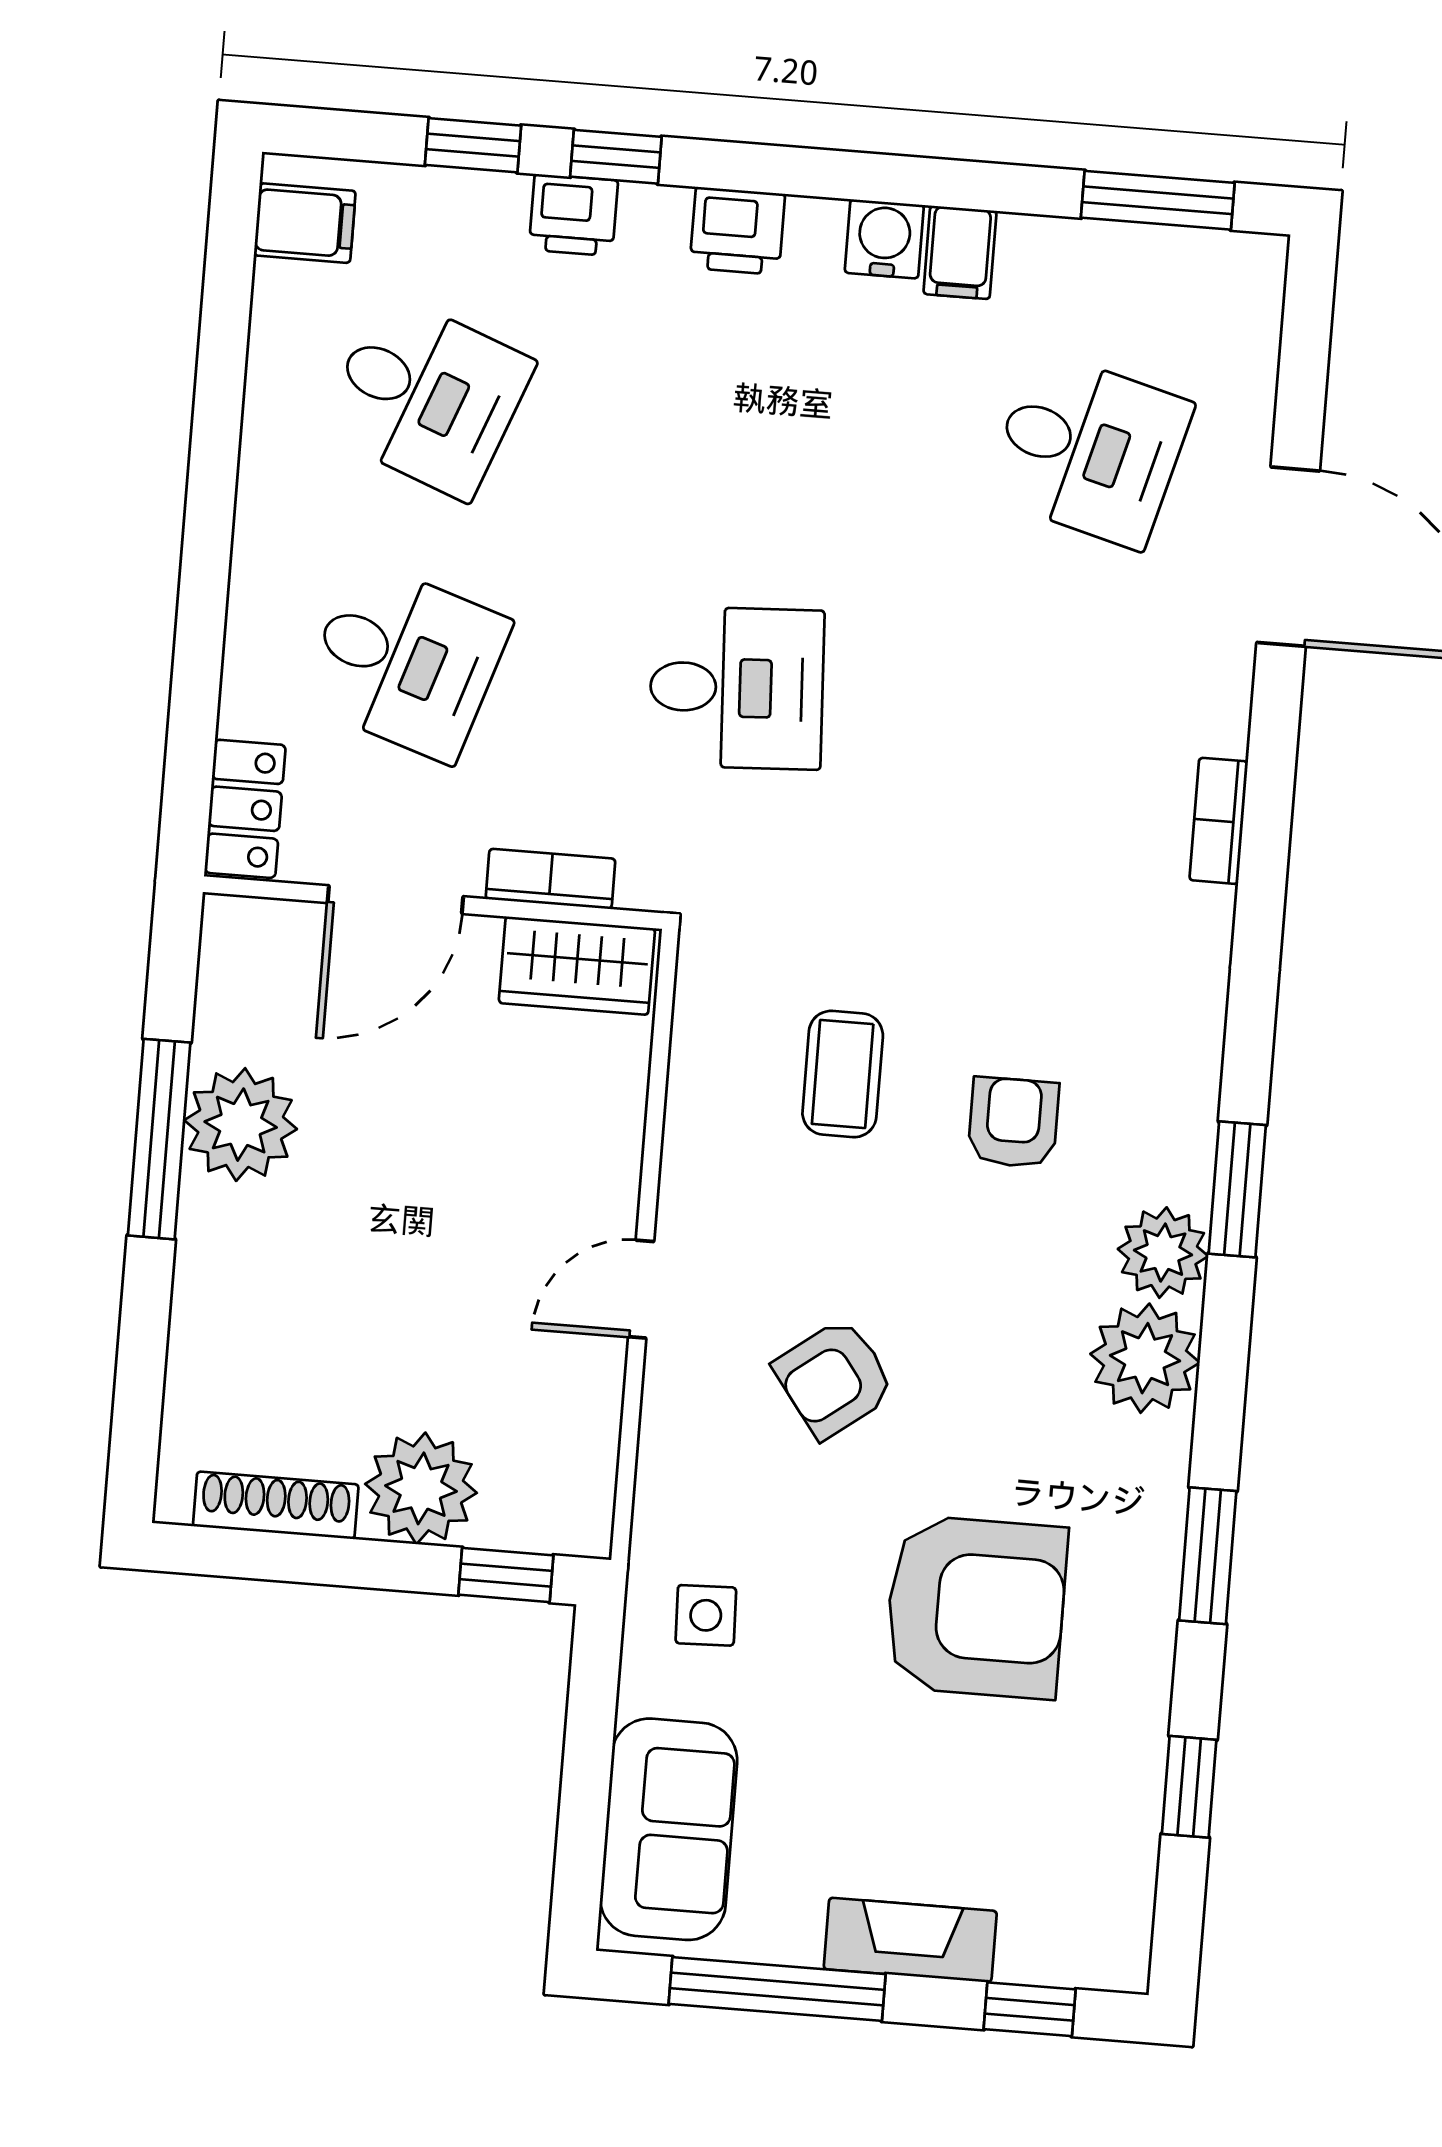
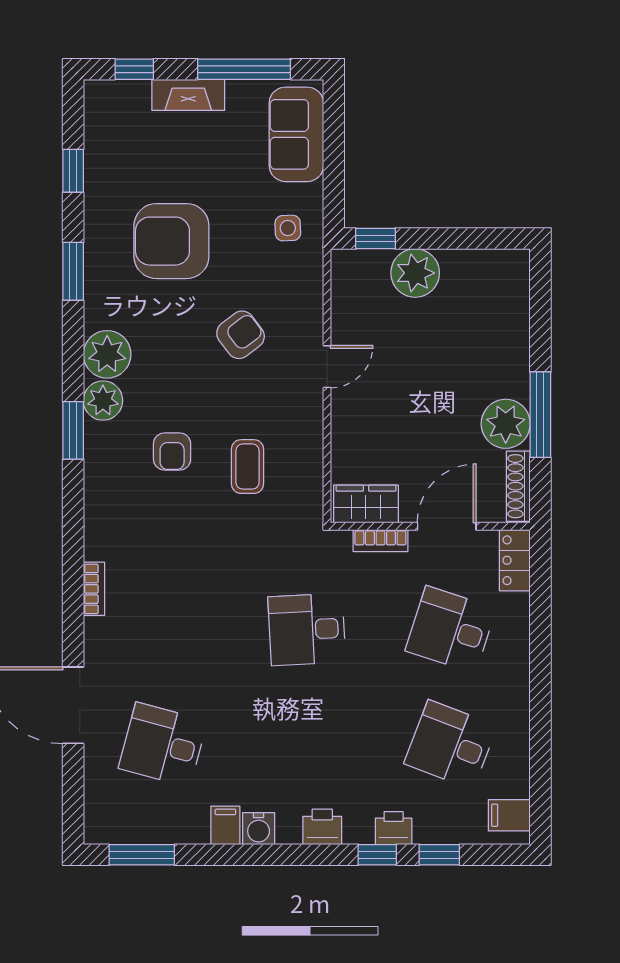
shoe rack: (276, 1505) -> (518, 486), moved, turned 90

